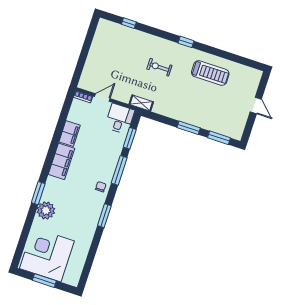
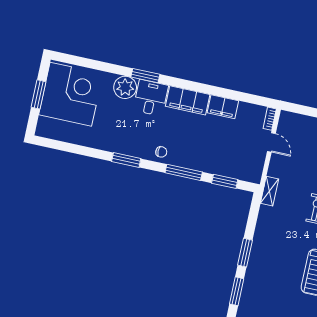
desk: (120, 119) -> (151, 98), moved, turned -90

